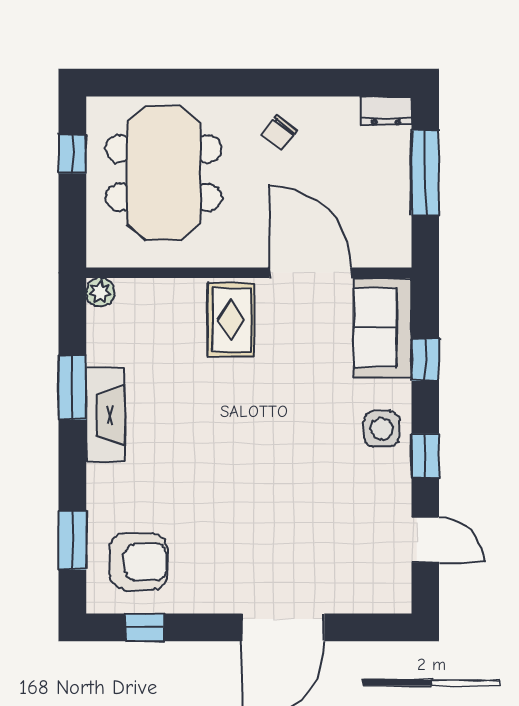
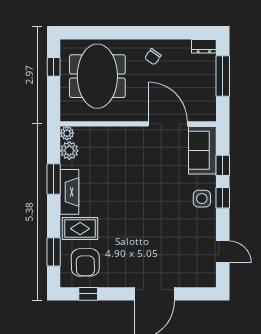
rug: (231, 320) -> (80, 229), moved, turned 90
plant: (105, 328) -> (69, 151), added
window: (425, 456) -> (223, 198), moved
armchair: (138, 562) -> (85, 262), turned 89

